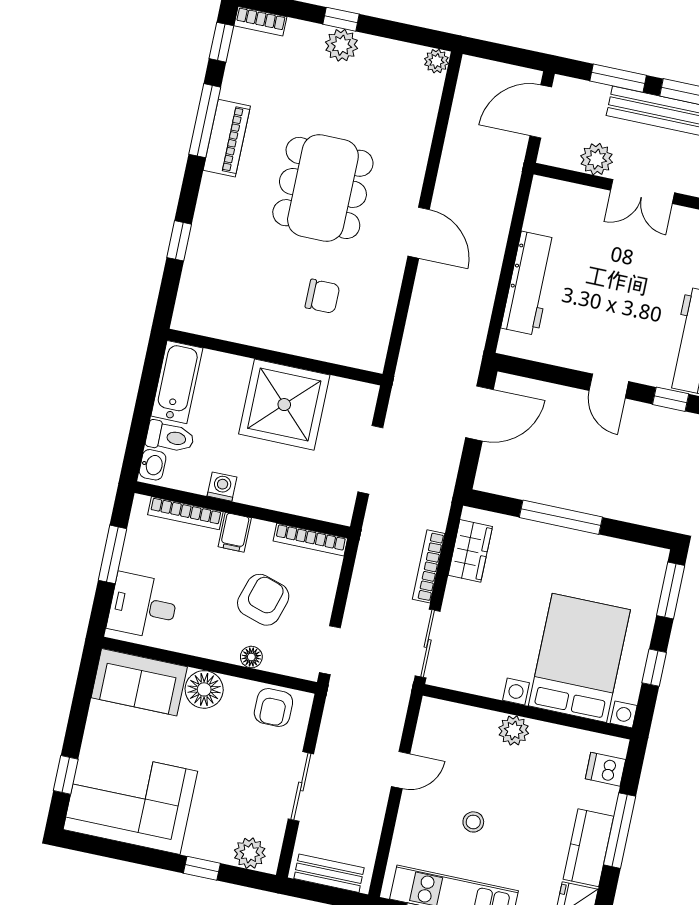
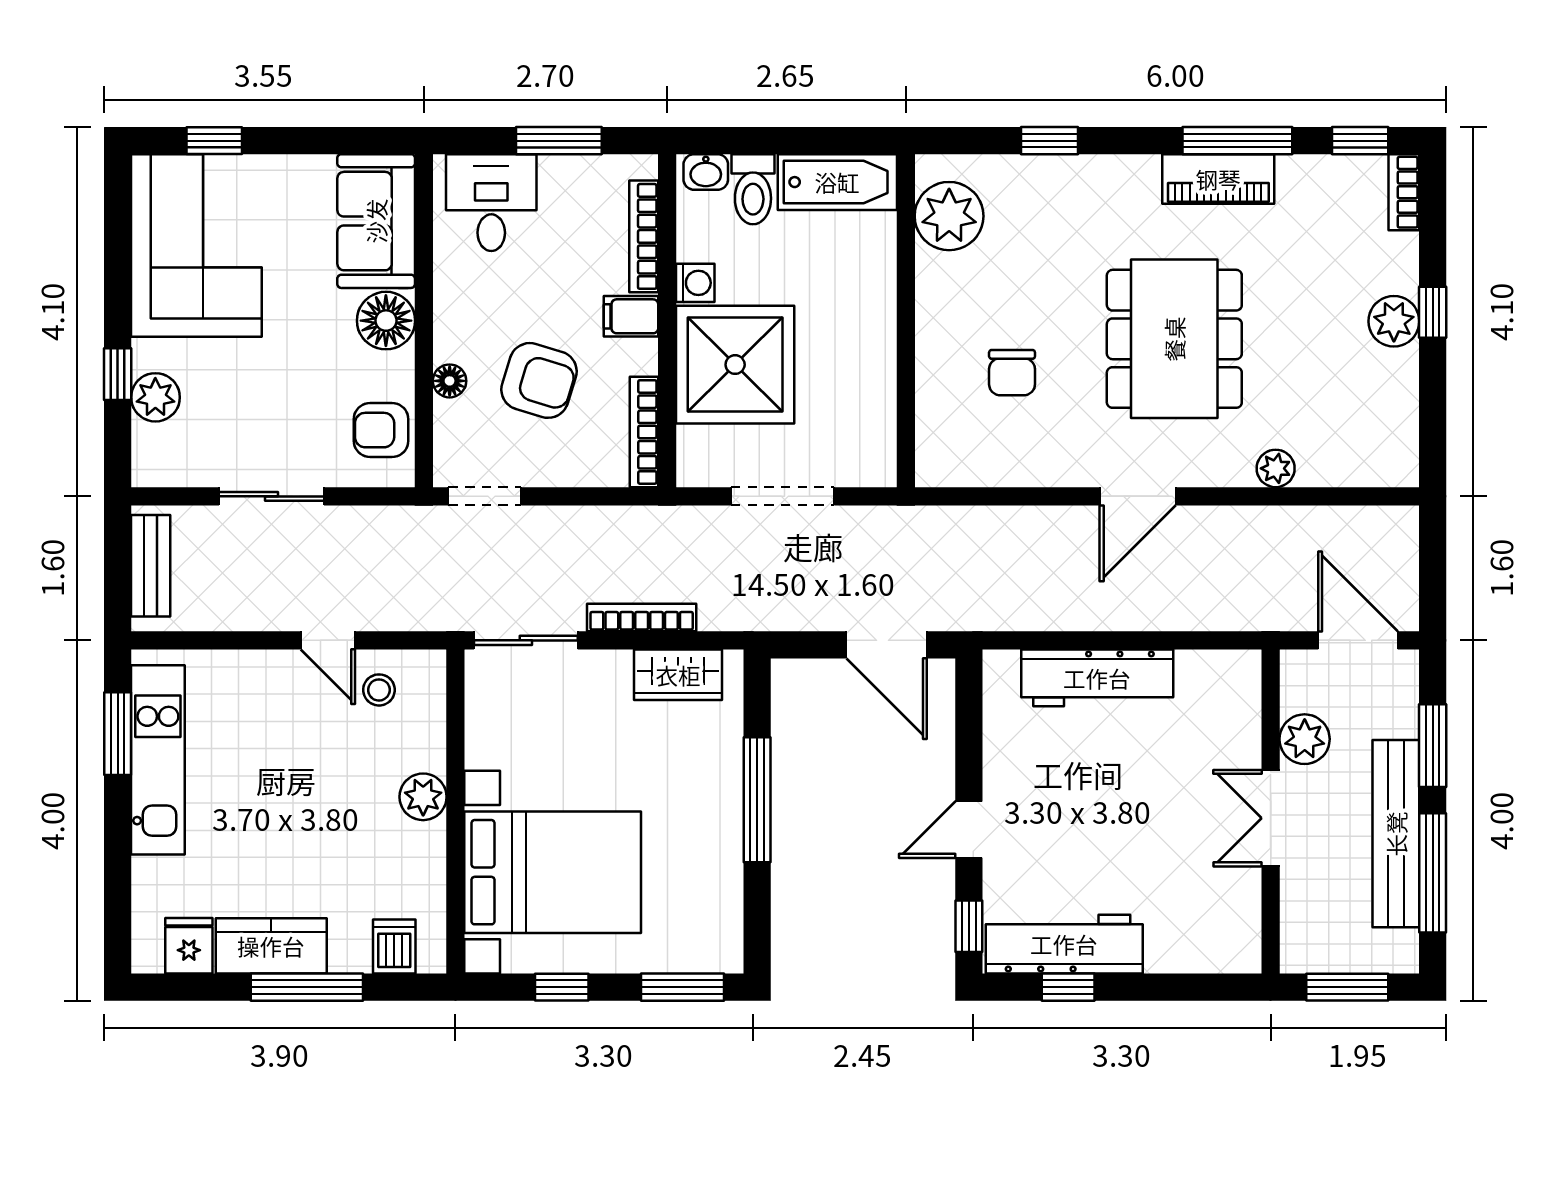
plant: (436, 61) -> (1276, 468), moved
dining table: (323, 188) -> (1174, 339), turned 90
plant: (214, 315) -> (949, 216), added
shower: (284, 405) -> (735, 365), moved
stool: (473, 822) -> (379, 690), moved
plant: (250, 853) -> (155, 397), moved

